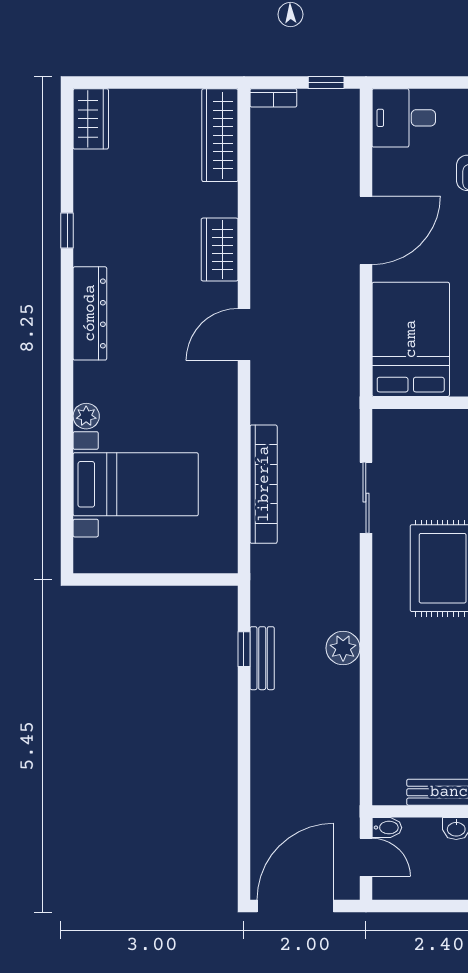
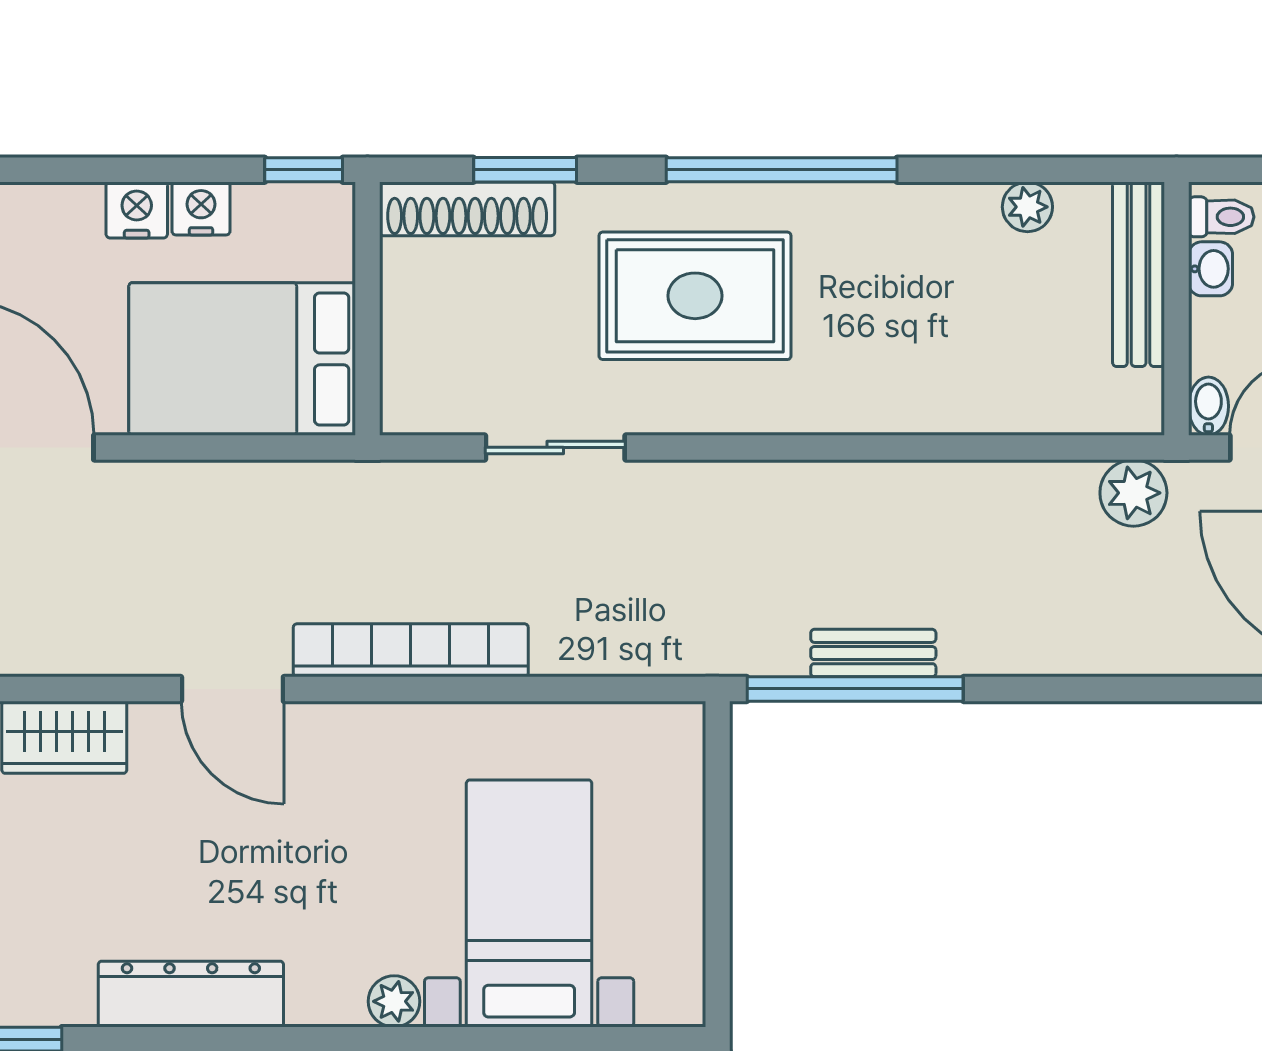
bookcase: (264, 484) -> (411, 650), moved
plant: (343, 648) -> (1133, 493), moved
window: (244, 649) -> (855, 689), width x3.17

